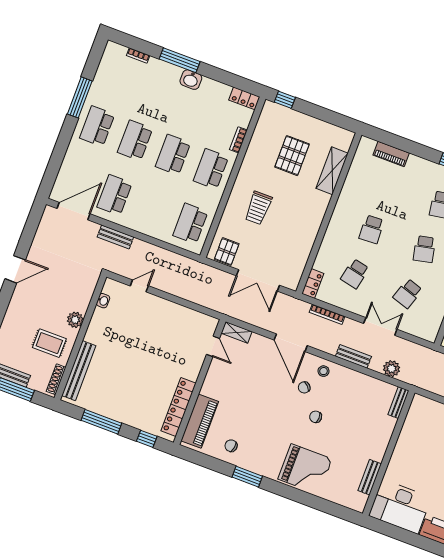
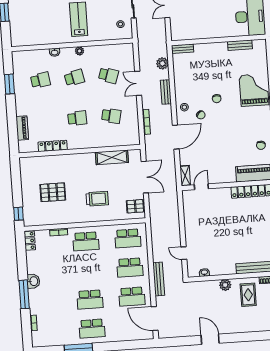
school desk: (173, 155) -> (130, 267), moved
shelving: (332, 171) -> (112, 157), moved
bench: (115, 237) -> (159, 279), width x1.36
locker: (313, 284) -> (53, 146), moved, width x1.53

